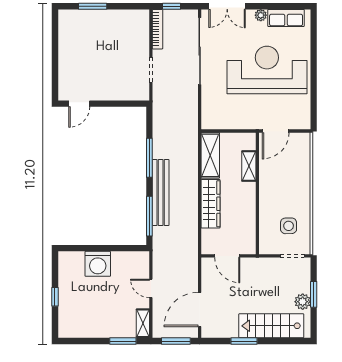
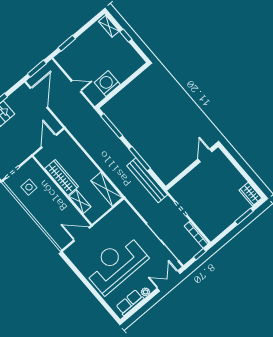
wardrobe: (66, 24) -> (250, 194), added
reception desk: (267, 70) -> (116, 264), turned 180
door: (276, 131) -> (82, 234), hinge flipped
bench: (161, 192) -> (147, 180), moved
wardrobe: (211, 204) -> (62, 177), moved, turned 180
door: (227, 256) -> (49, 141), hinge flipped
washing machine: (98, 264) -> (107, 84), moved
shelving: (143, 323) -> (109, 26), moved

